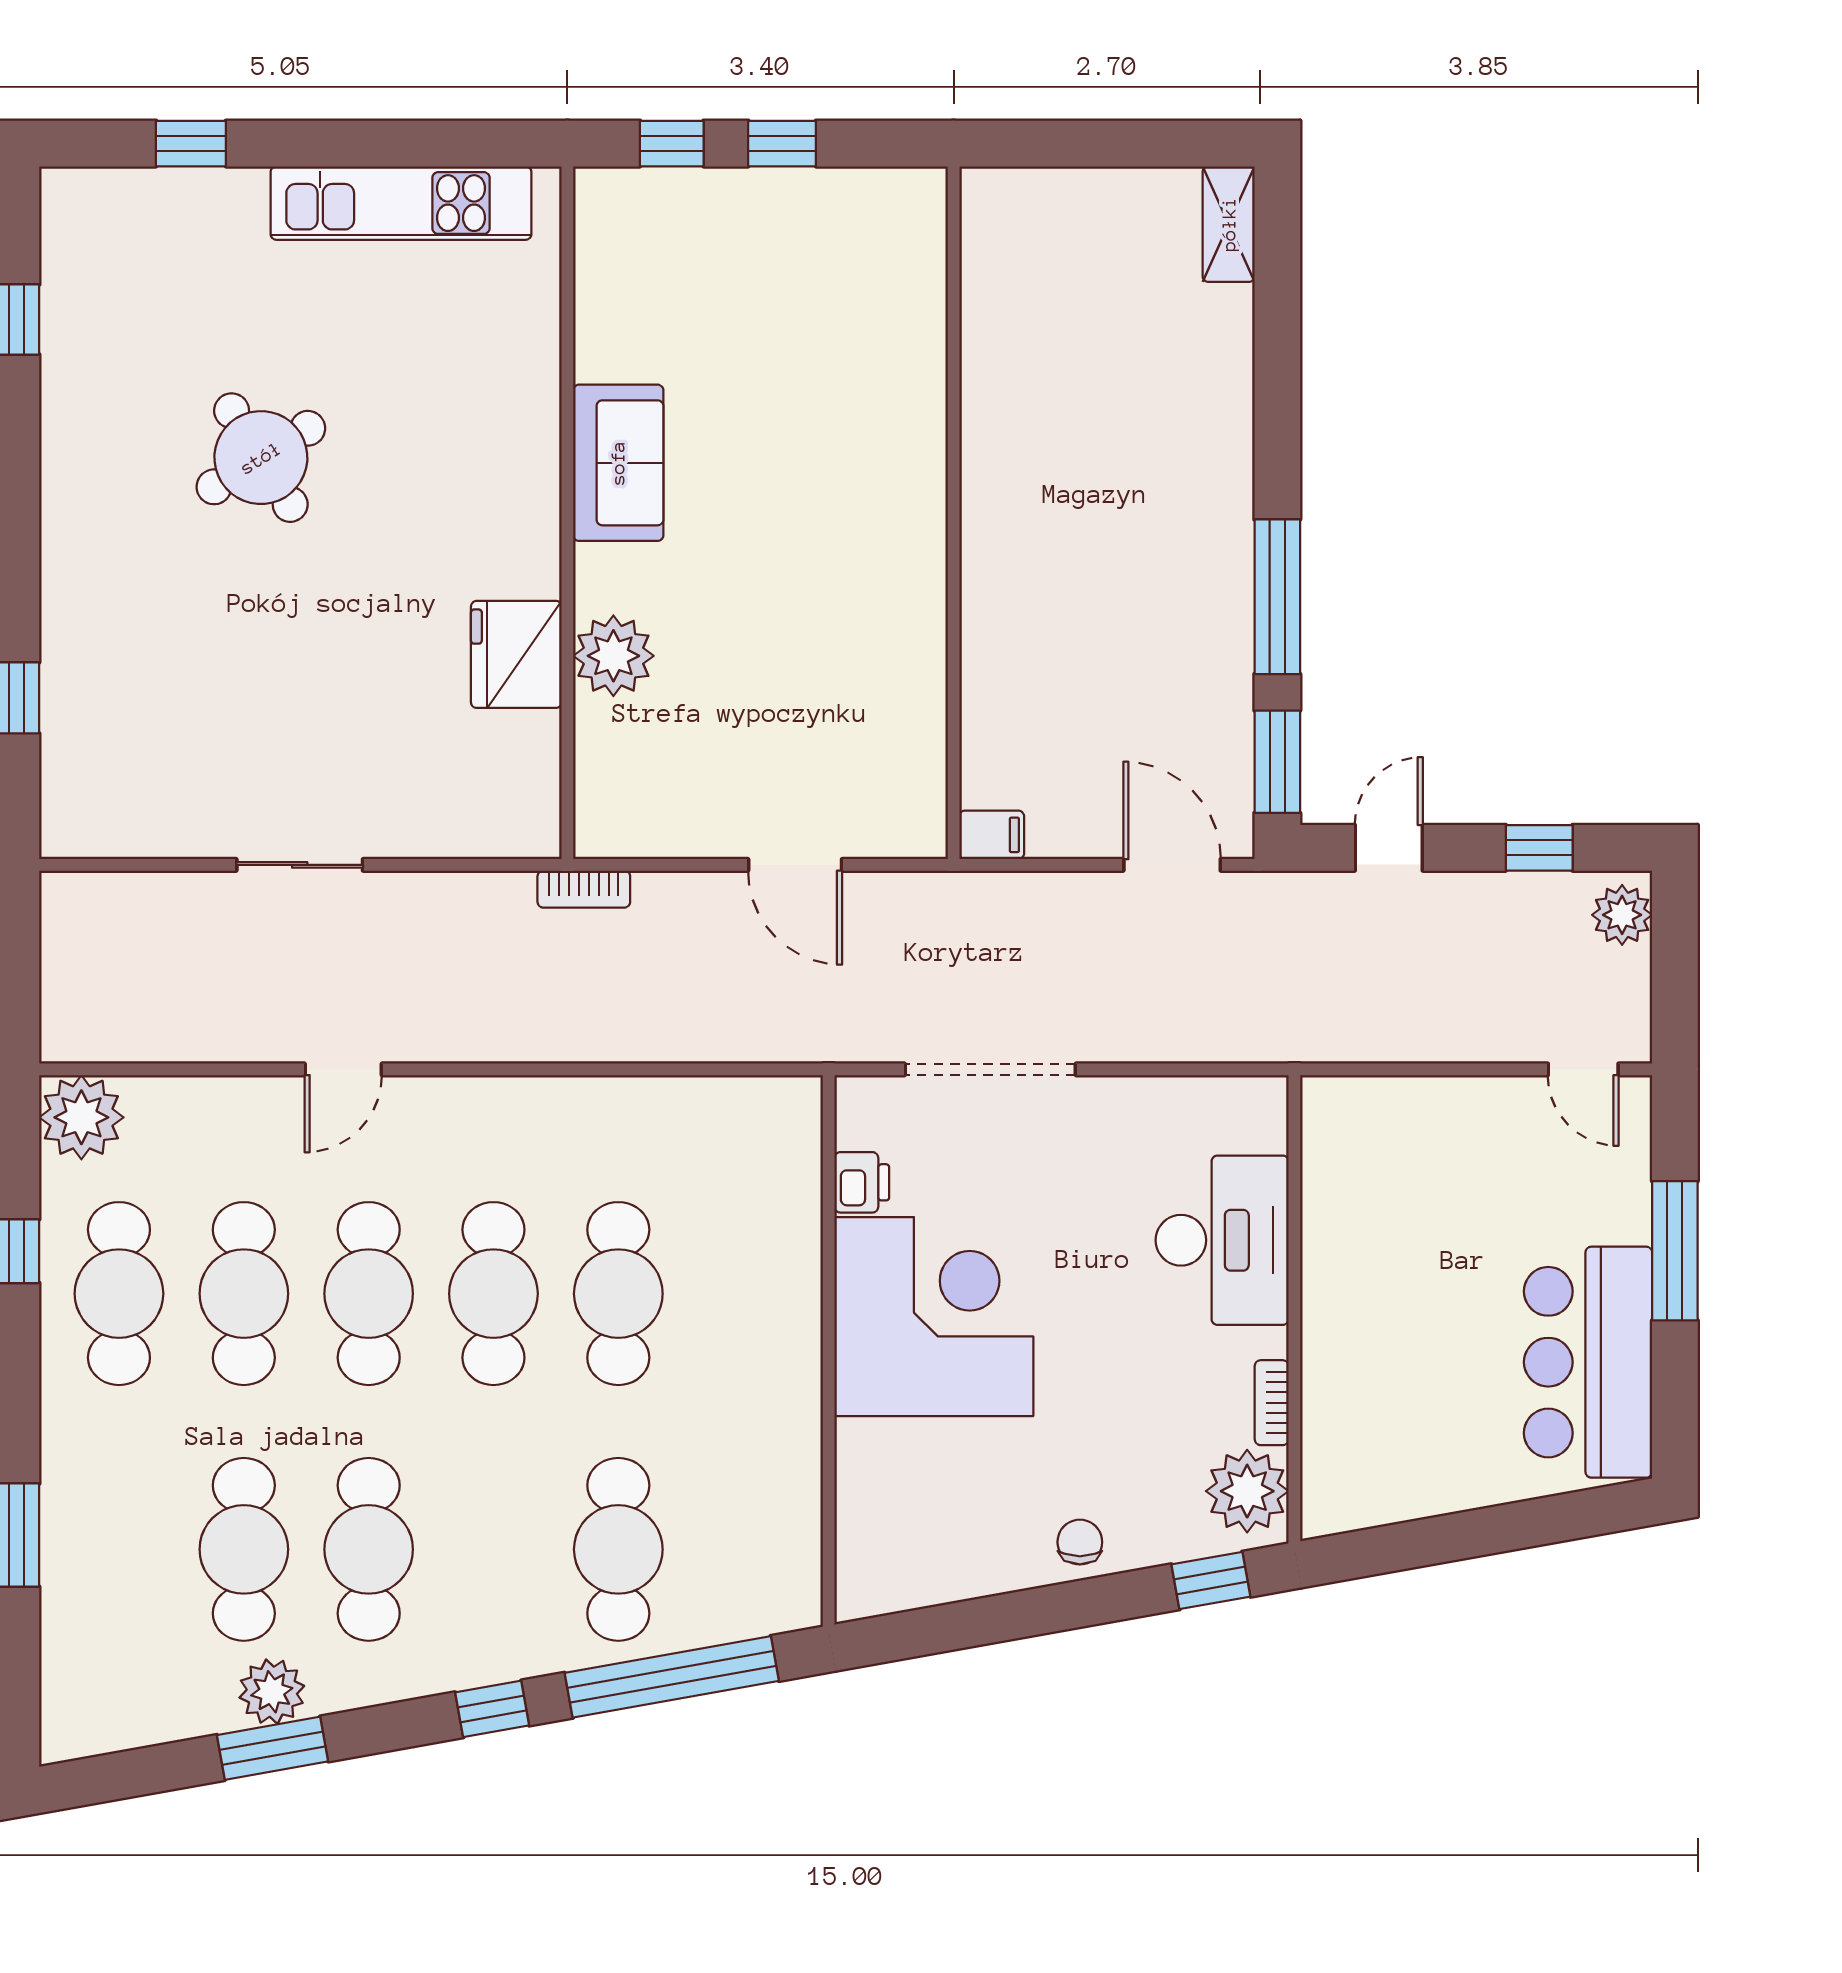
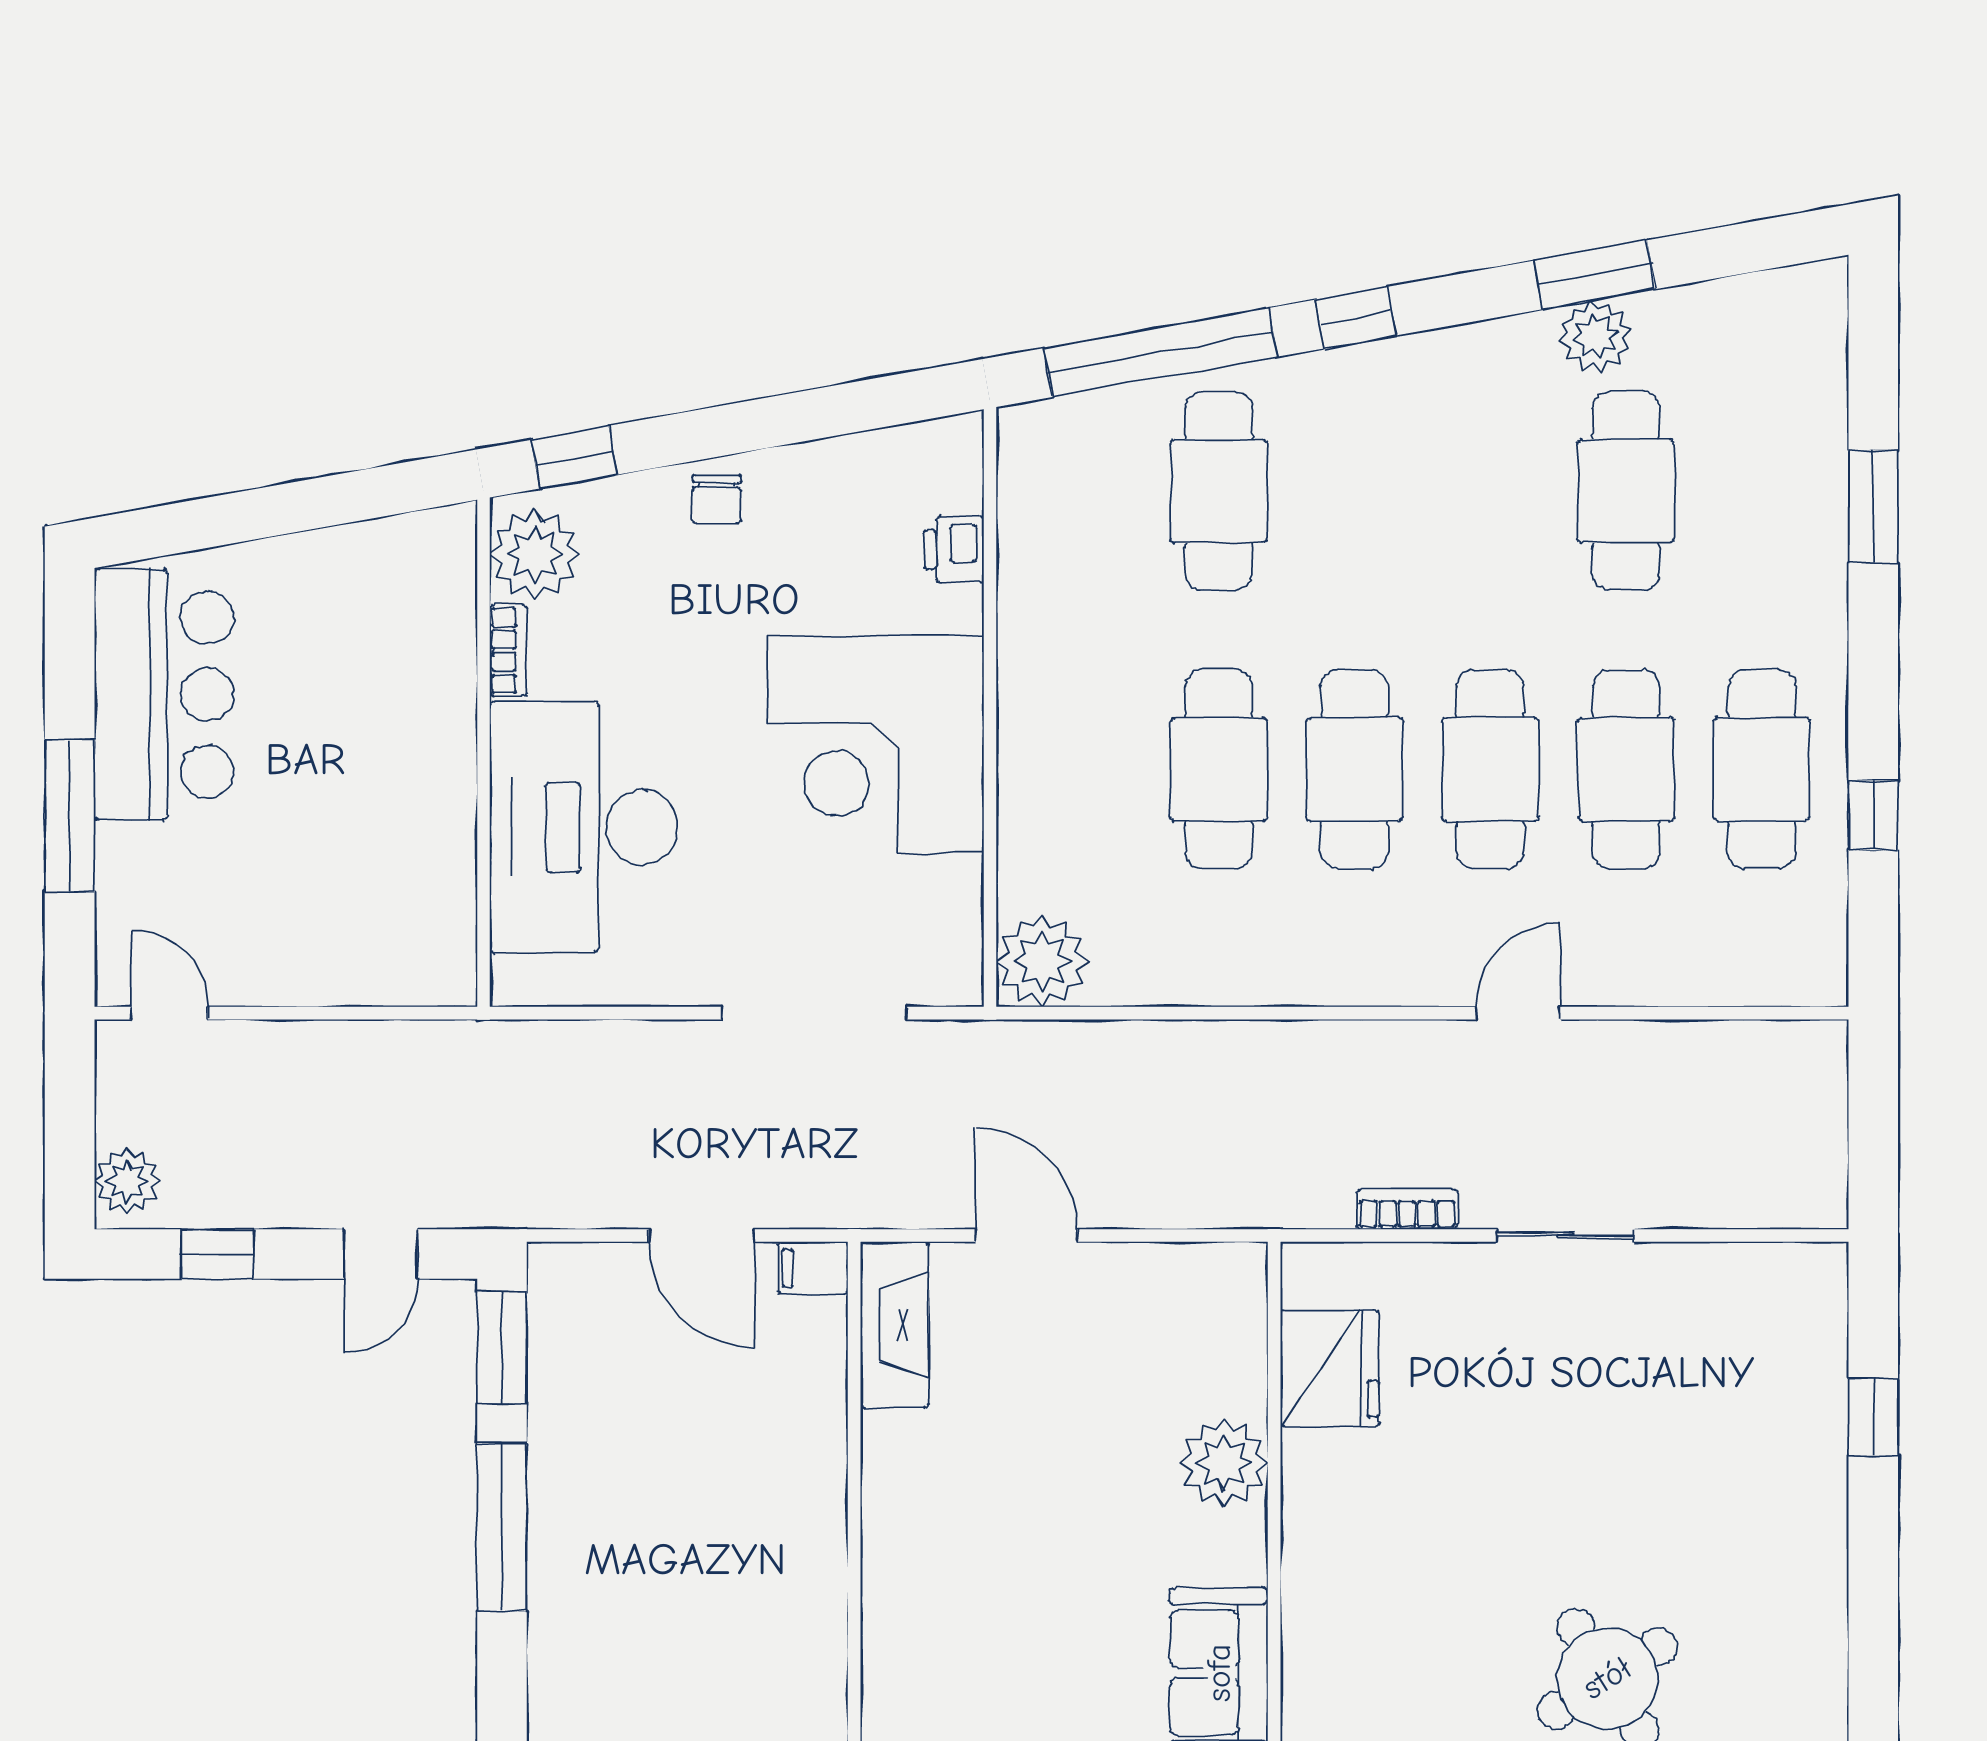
fridge: (516, 654) -> (1330, 1368), moved
fireplace: (916, 783) -> (894, 1325), added
door: (1172, 865) -> (701, 1235), moved
bookcase: (584, 889) -> (1407, 1209), moved
plant: (81, 1117) -> (1042, 961), moved
printer: (862, 1182) -> (954, 549), moved
desk: (1222, 1240) -> (584, 827), width x1.36, depth x1.30
cafe table: (369, 1549) -> (1490, 491), removed

